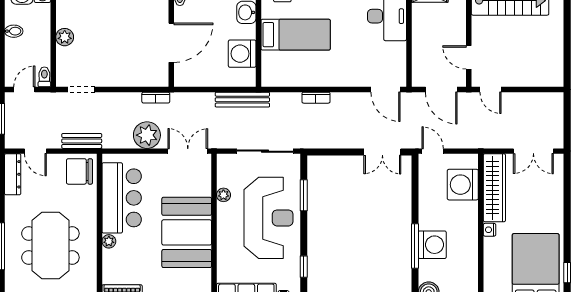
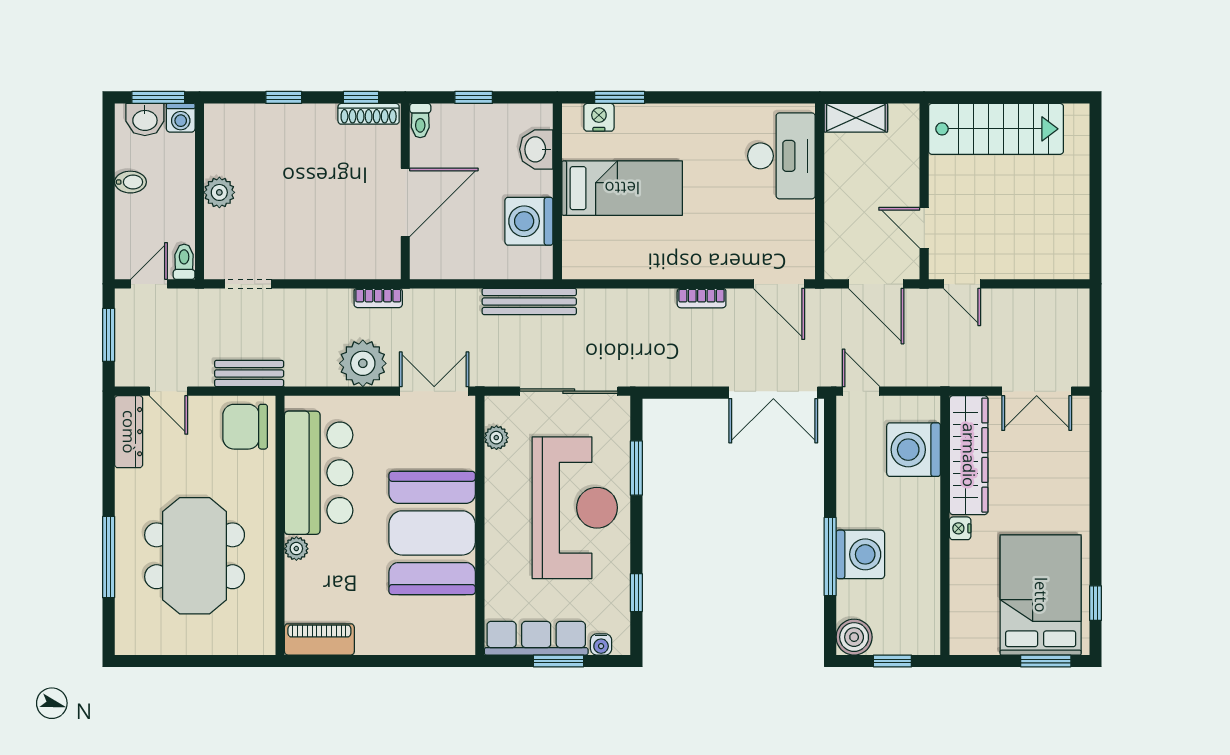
bookcase: (316, 98) -> (702, 298), moved
double door: (382, 152) -> (773, 393), width x1.37
plant: (223, 195) -> (496, 438), moved

